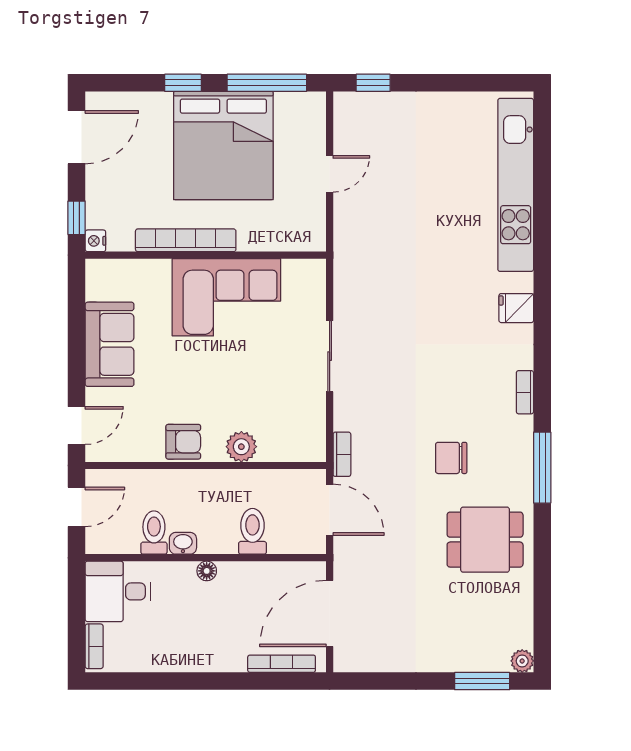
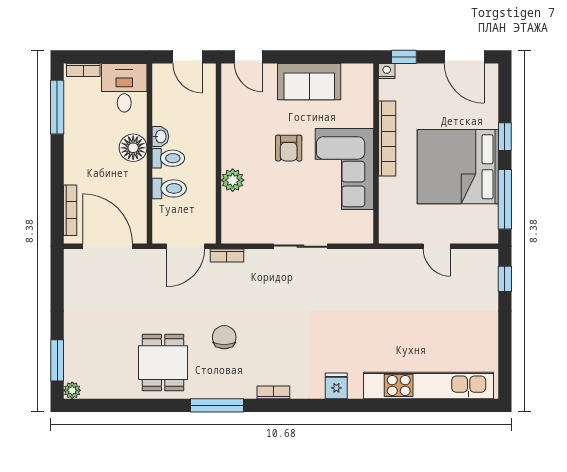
armchair: (183, 442) -> (289, 148), moved
toilet: (154, 533) -> (168, 158), moved
floor lamp: (207, 571) -> (133, 148), width x1.89, depth x1.89
window: (144, 681) -> (57, 107), added

